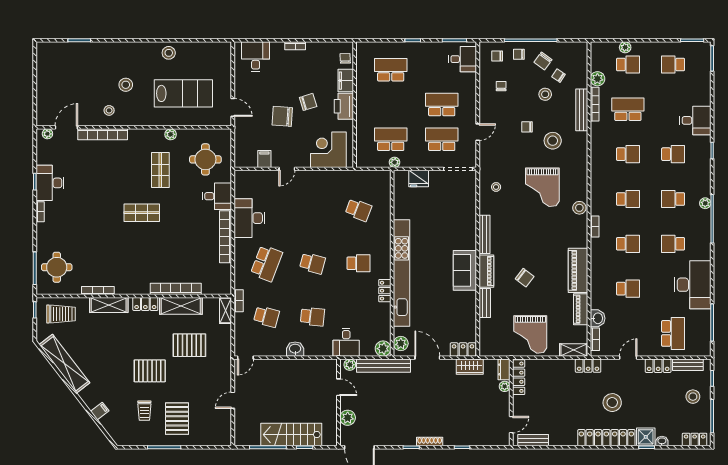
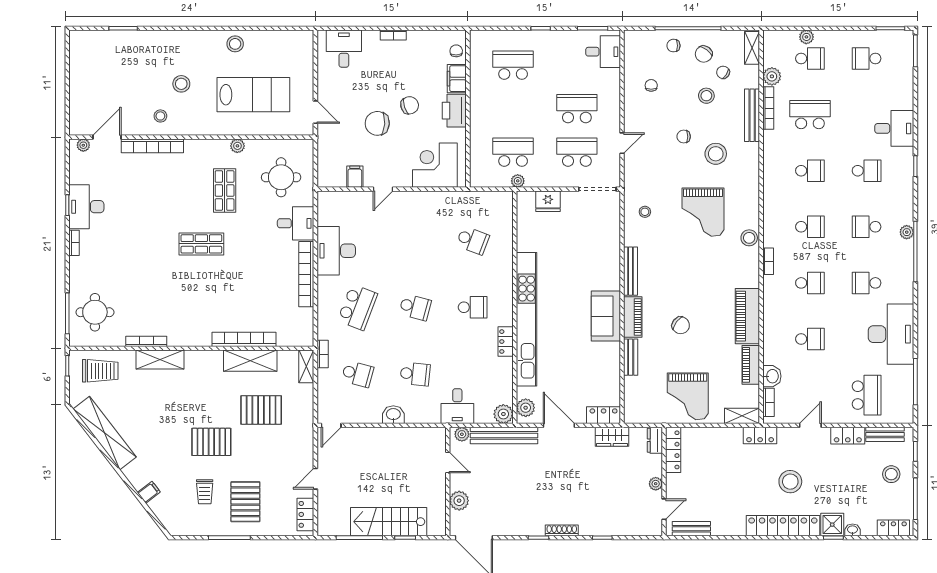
chair: (497, 56) -> (646, 48), removed
shelving: (582, 56) -> (752, 48), added
locker: (145, 304) -> (305, 514), moved, turned 90
plant: (505, 386) -> (656, 484), moved

